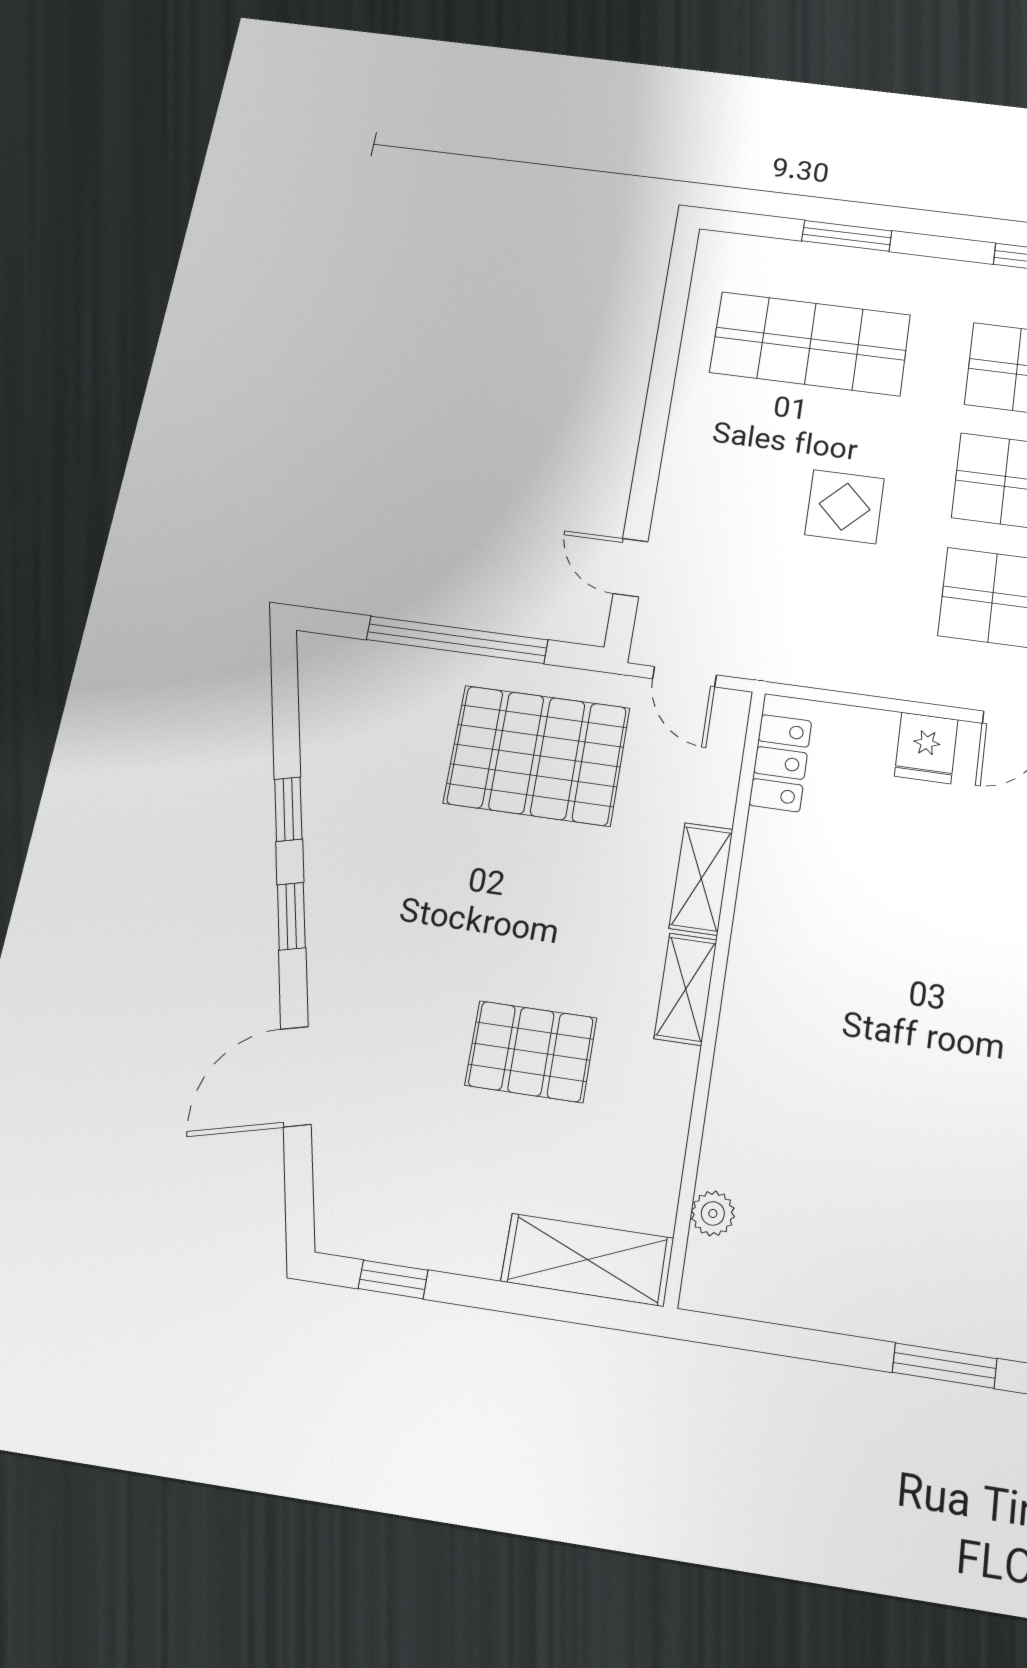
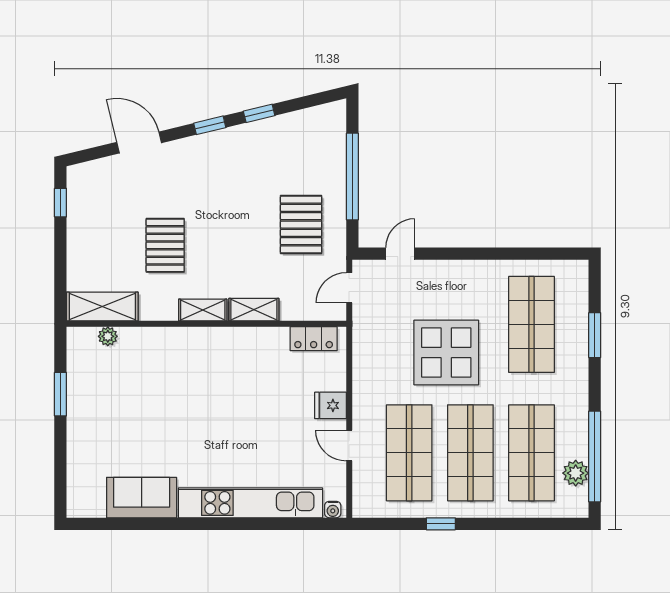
display table: (845, 507) -> (446, 352), width x1.86, depth x1.86
pallet: (537, 755) -> (301, 225), width x0.73, depth x0.71
shelving: (587, 1260) -> (102, 307), moved, turned 90
window: (945, 1366) -> (60, 394), moved

